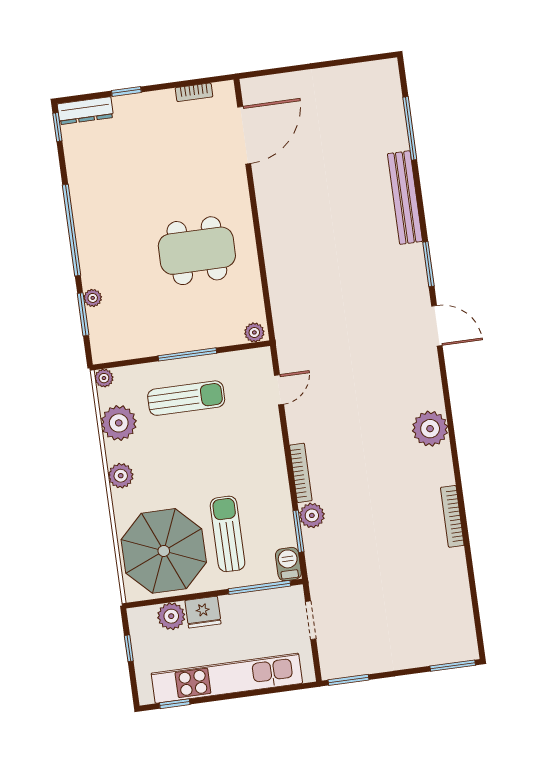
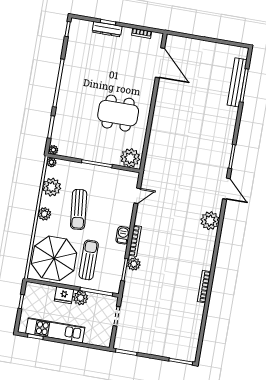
dresser: (85, 111) -> (107, 29), moved
door: (244, 135) -> (160, 63), hinge flipped
bench: (405, 198) -> (237, 82), moved
plant: (93, 298) -> (53, 150), moved
plant: (254, 332) -> (130, 158), width x1.87, depth x1.87
sun lounger: (186, 398) -> (79, 209), moved, turned 84
plant: (430, 429) -> (210, 221), moved
barbecue: (288, 564) -> (123, 235), moved
plant: (171, 616) -> (81, 298), moved
kitchen unit: (227, 678) -> (55, 330), width x0.73

